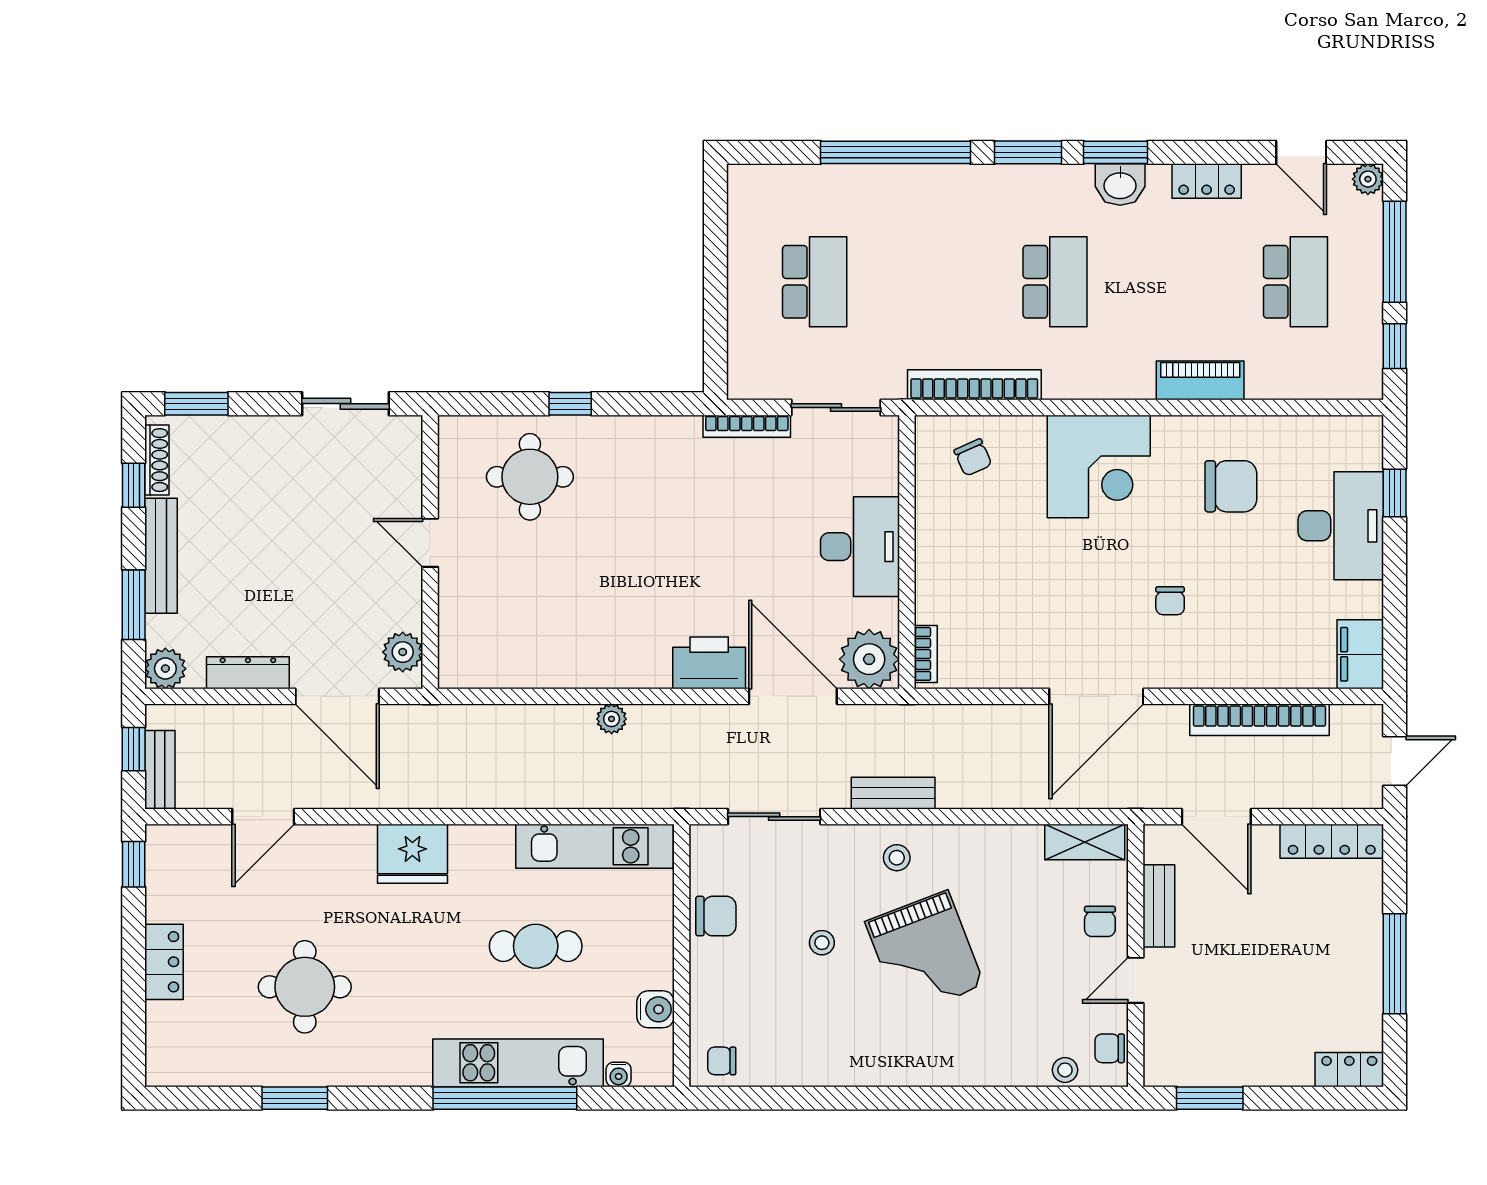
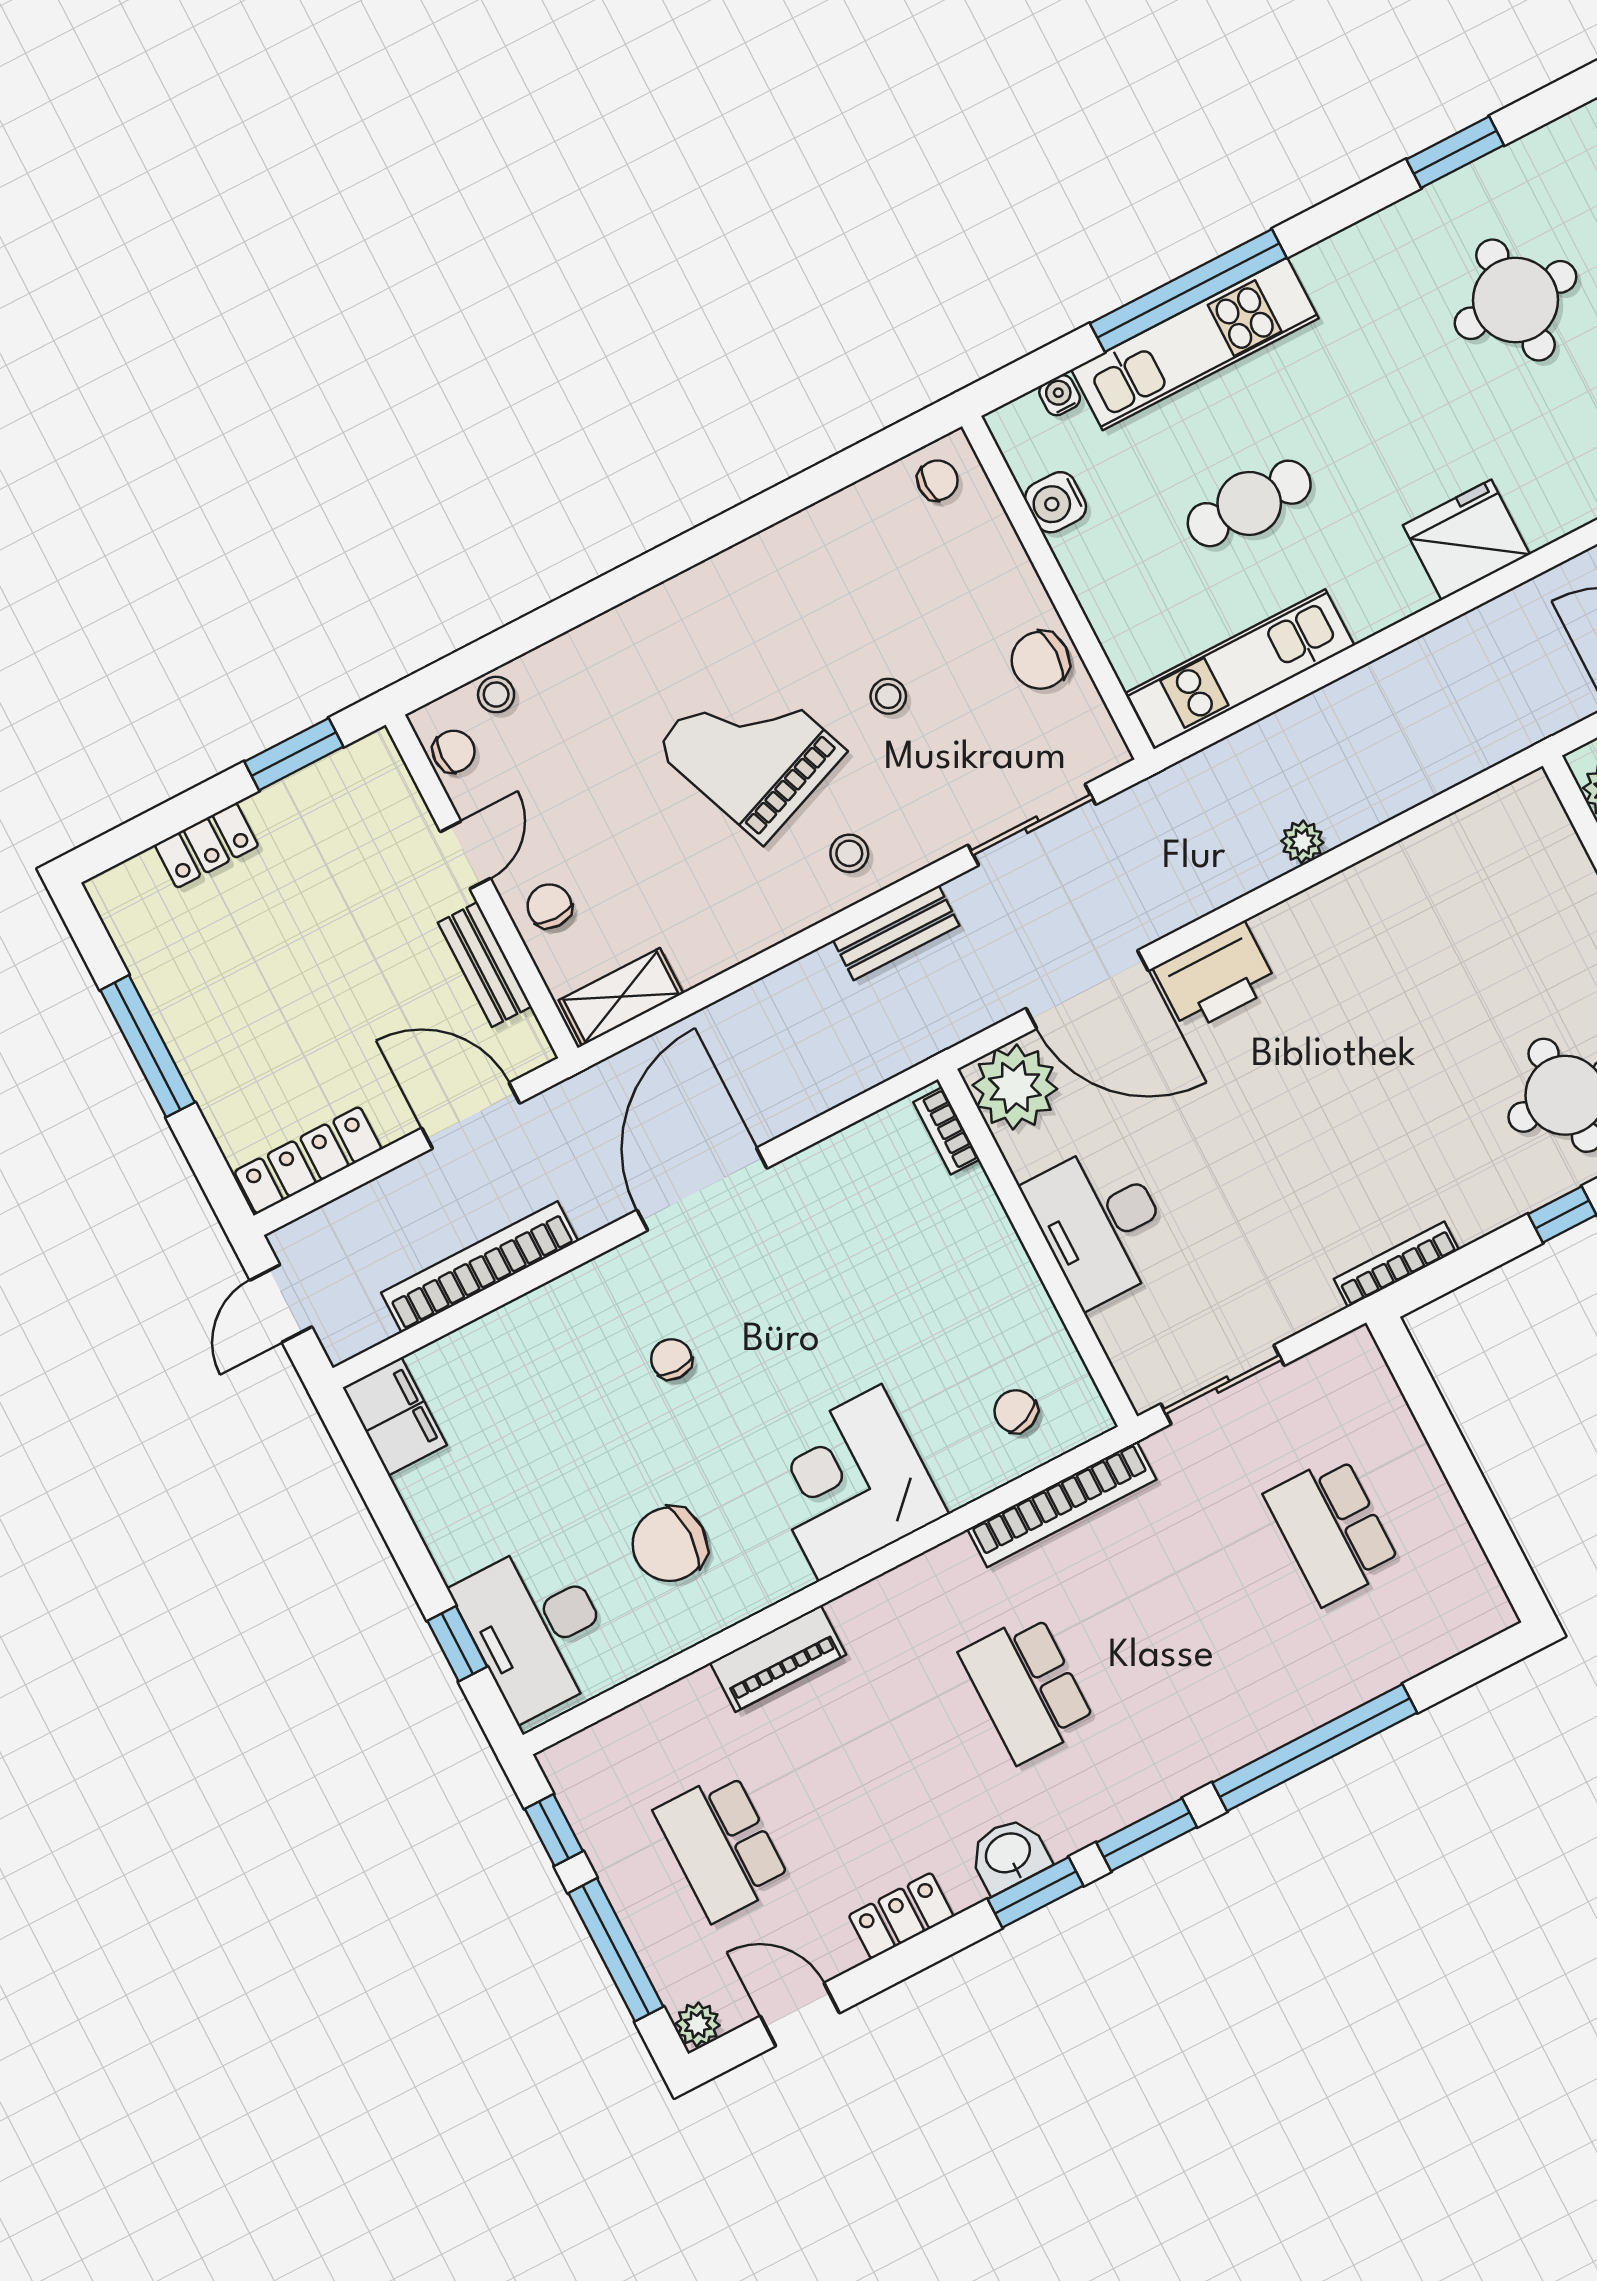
bookcase: (747, 426) -> (1396, 1264), moved
desk: (1341, 526) -> (536, 1629), moved
locker: (1349, 1070) -> (207, 845), moved

